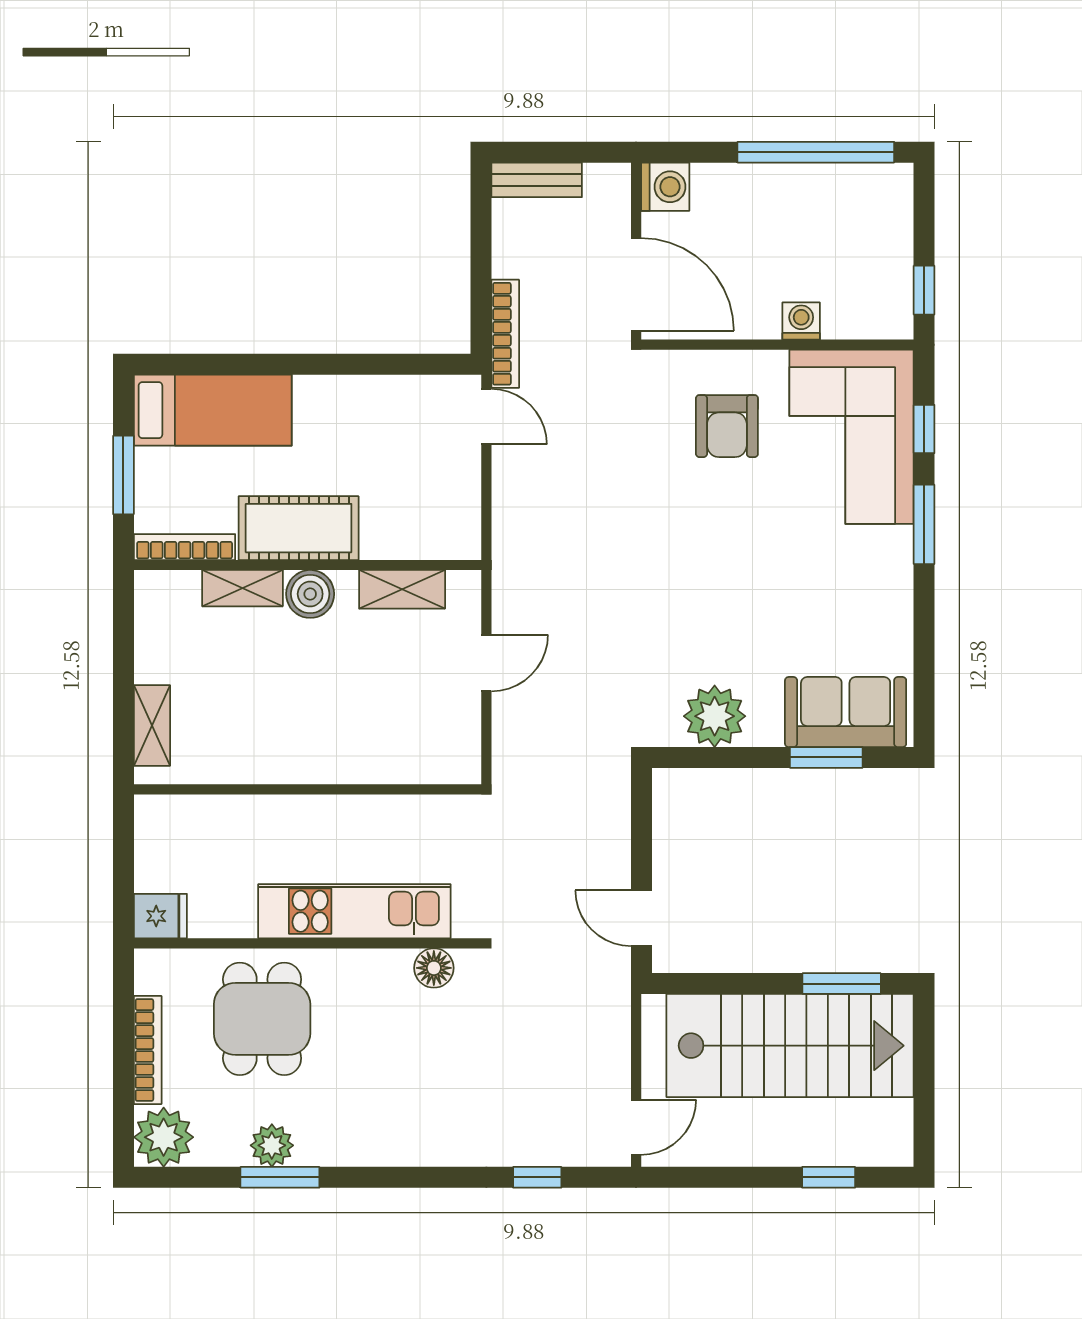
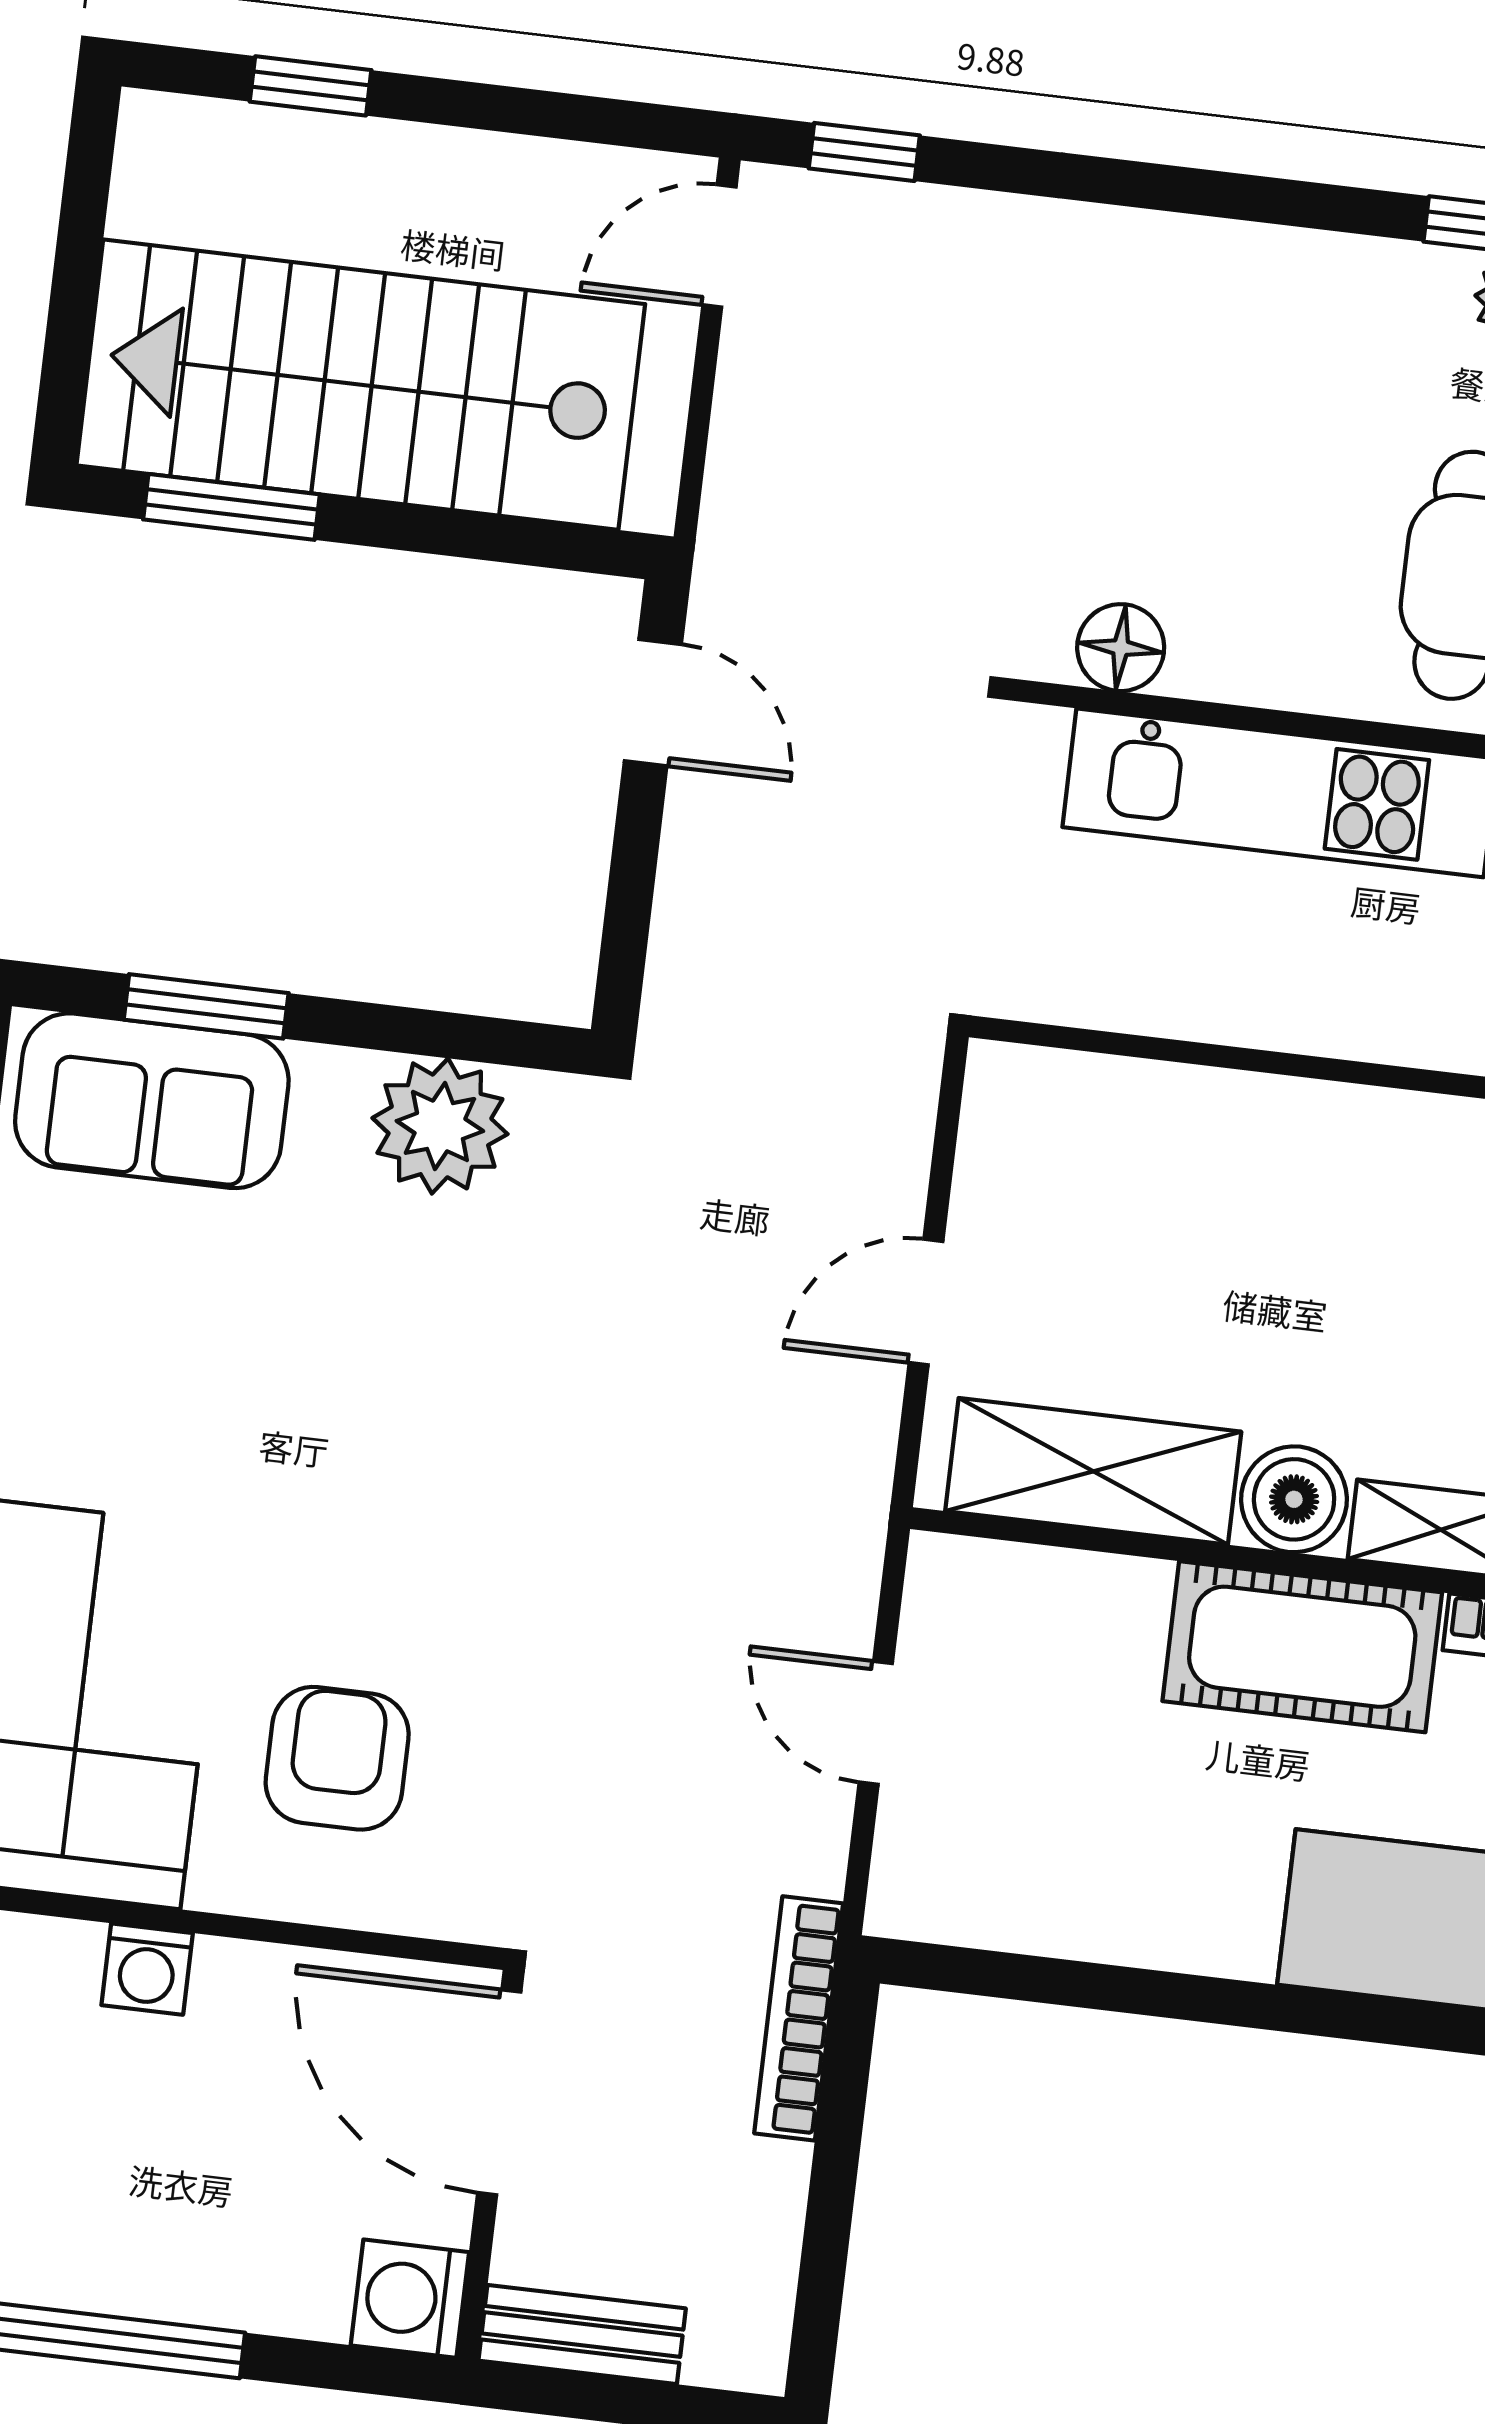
bench: (537, 180) -> (582, 2334), moved
door: (486, 417) -> (876, 1723), moved
shelving: (402, 589) -> (1093, 1471), width x1.50, depth x1.33
window: (537, 1177) -> (864, 152), moved

